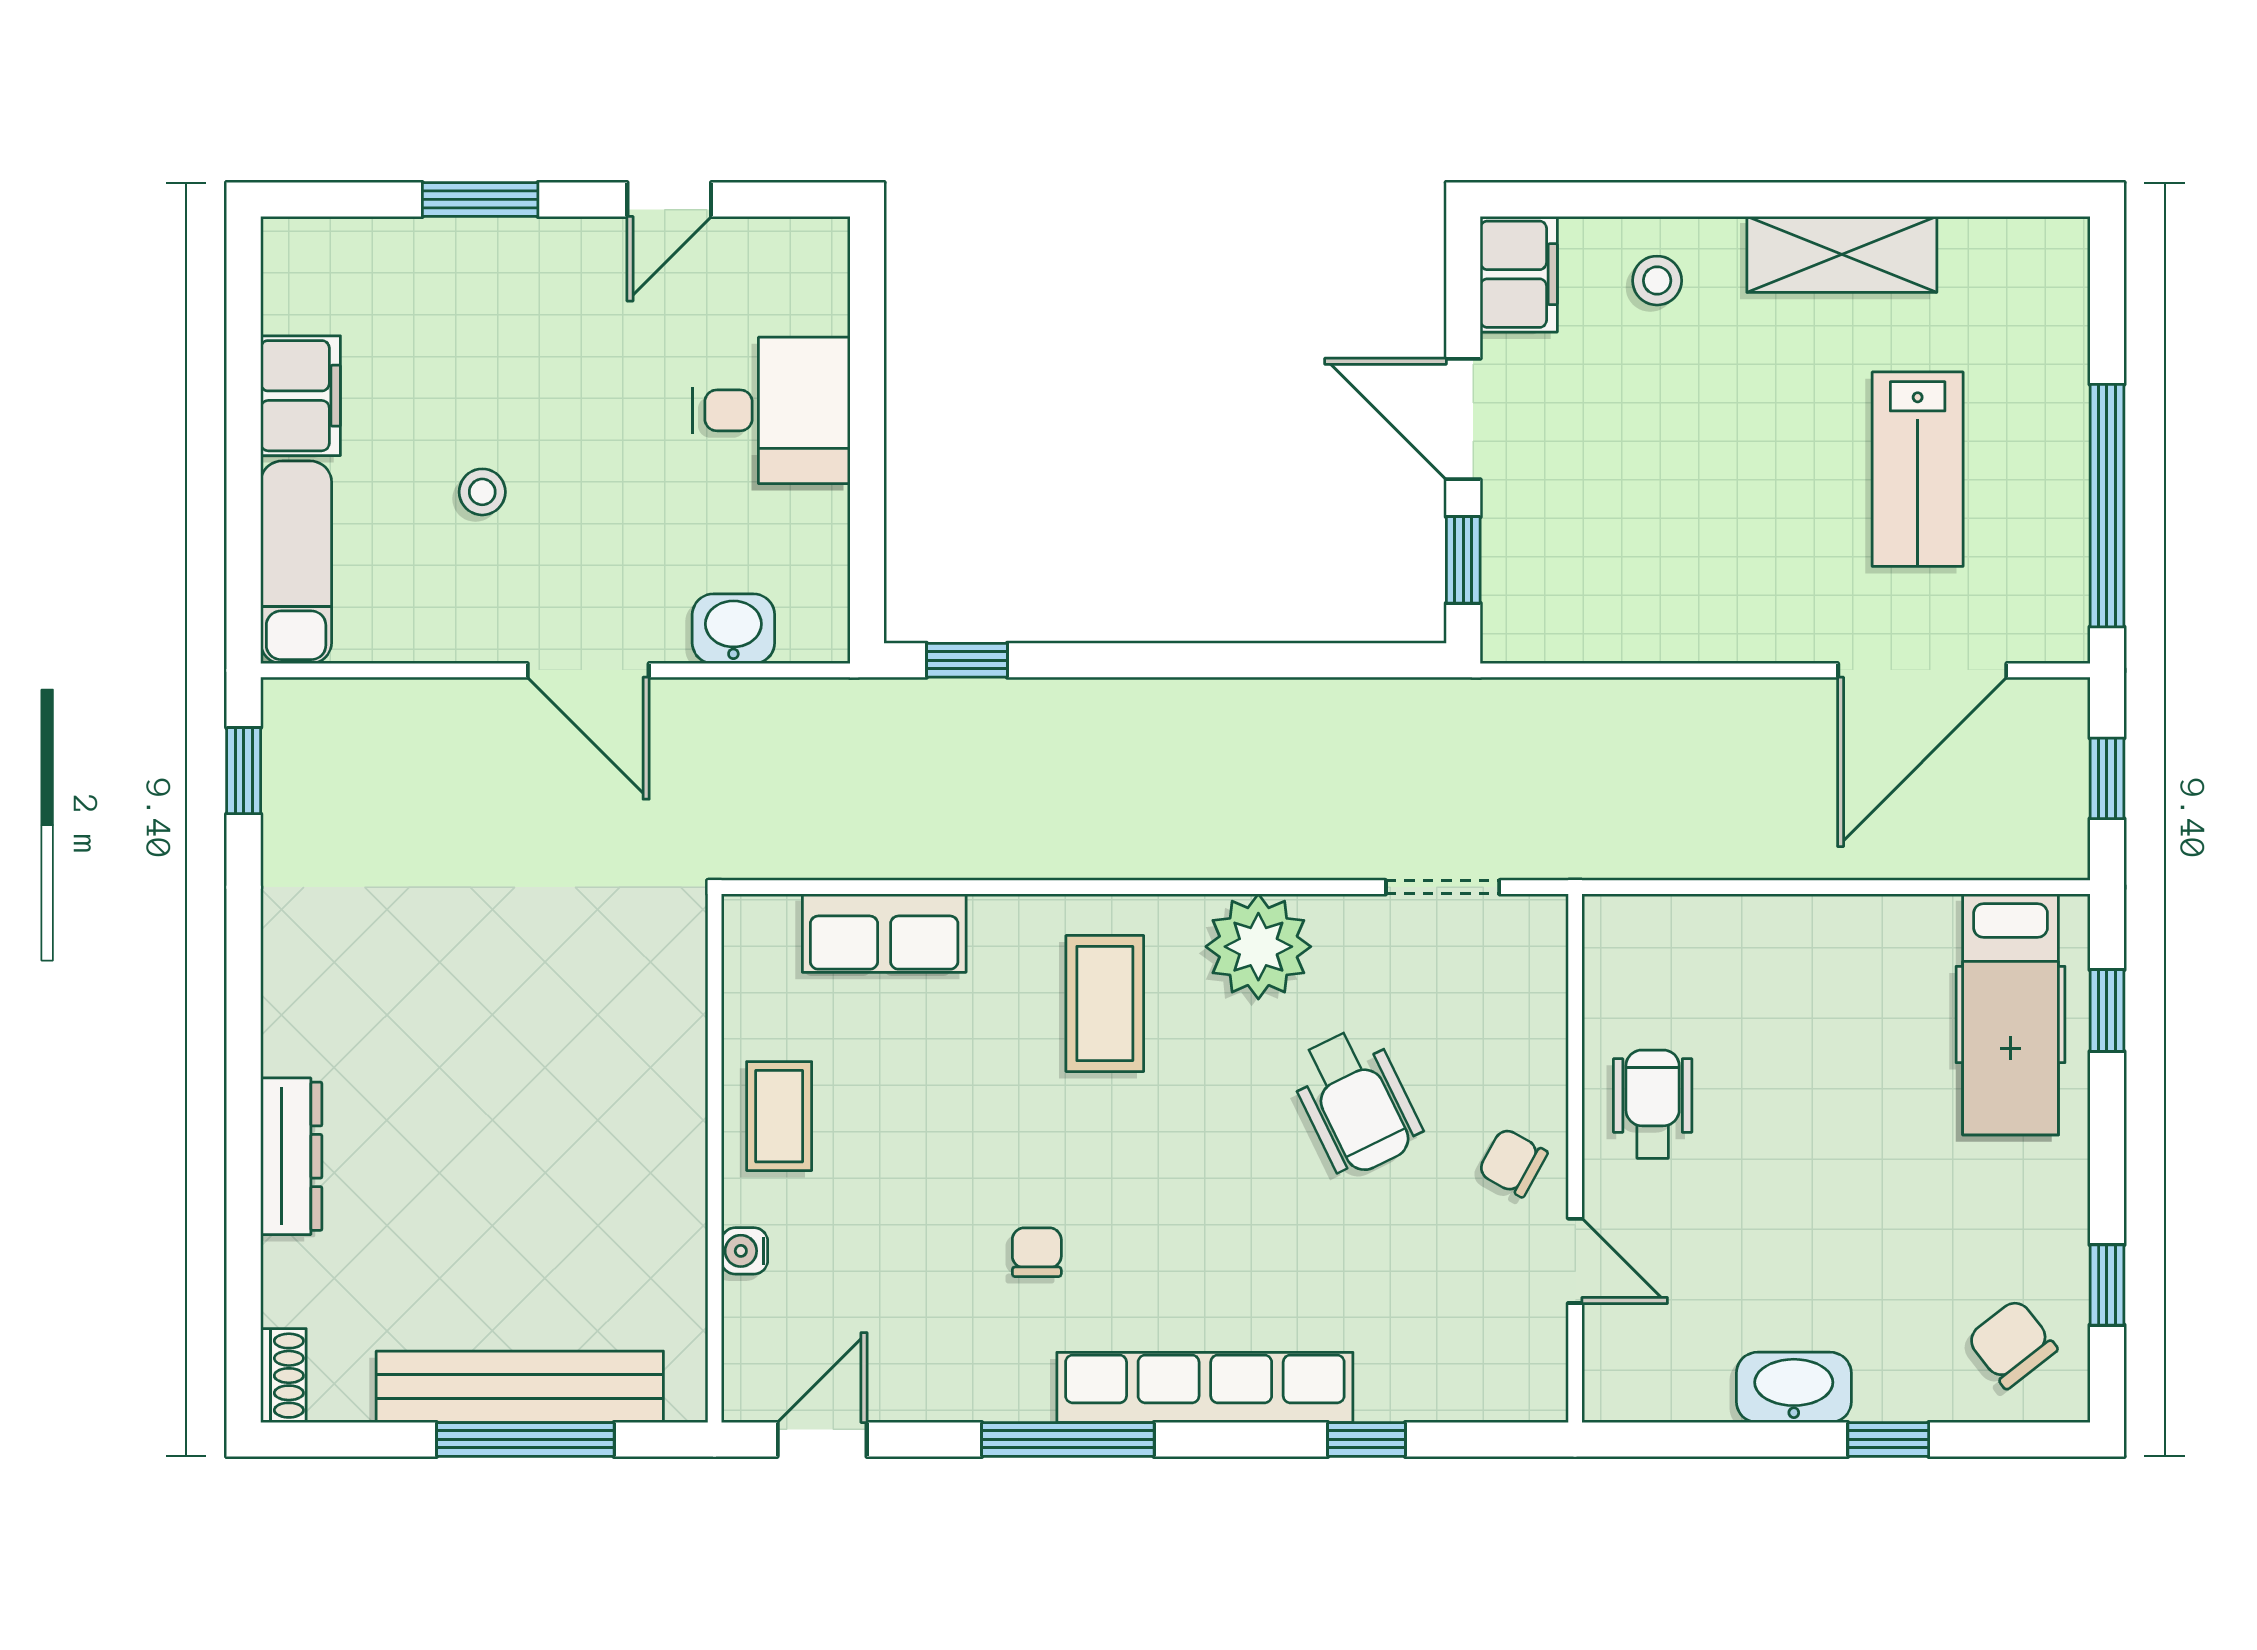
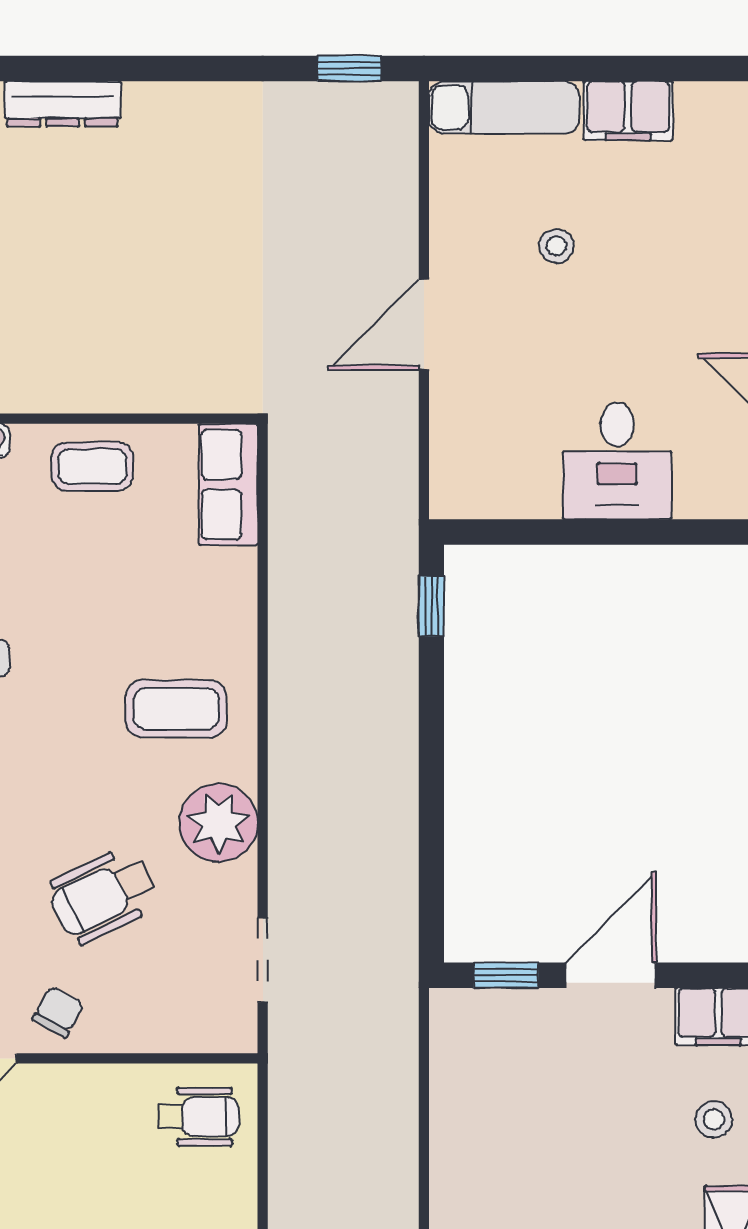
washbasin: (733, 629) -> (455, 433), removed
row of seats: (884, 933) -> (228, 485), moved
wheelchair: (1653, 1104) -> (198, 1117), moved

